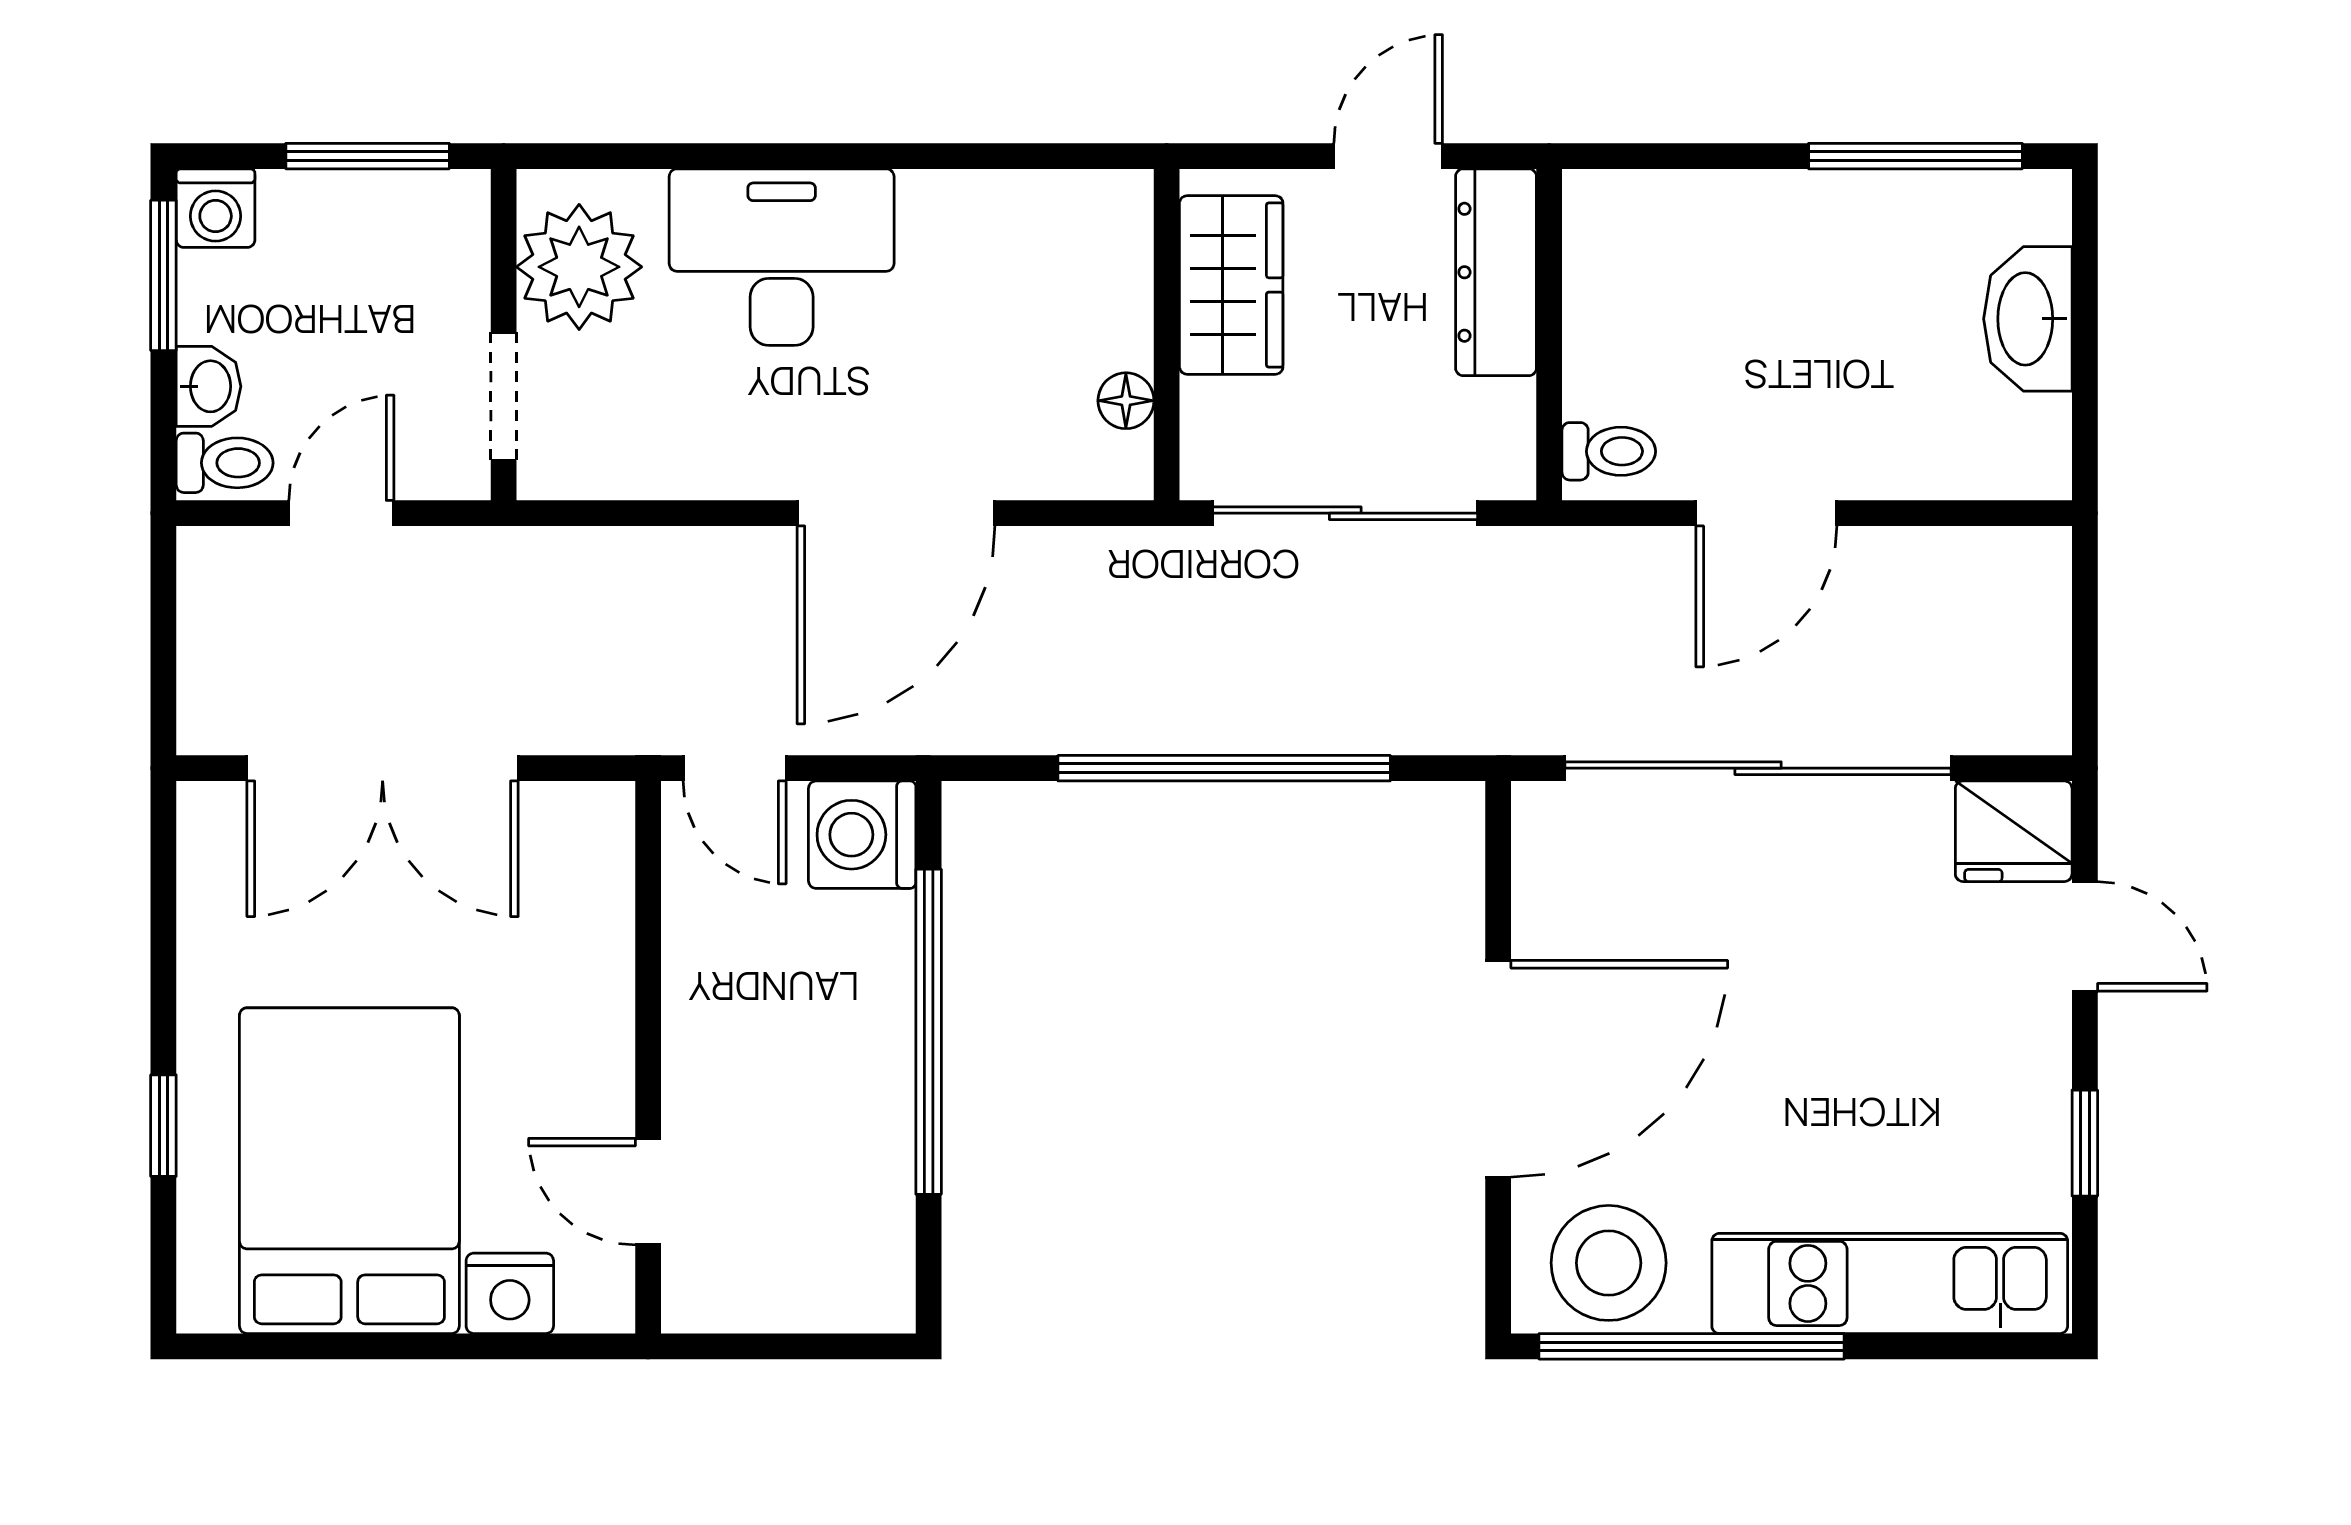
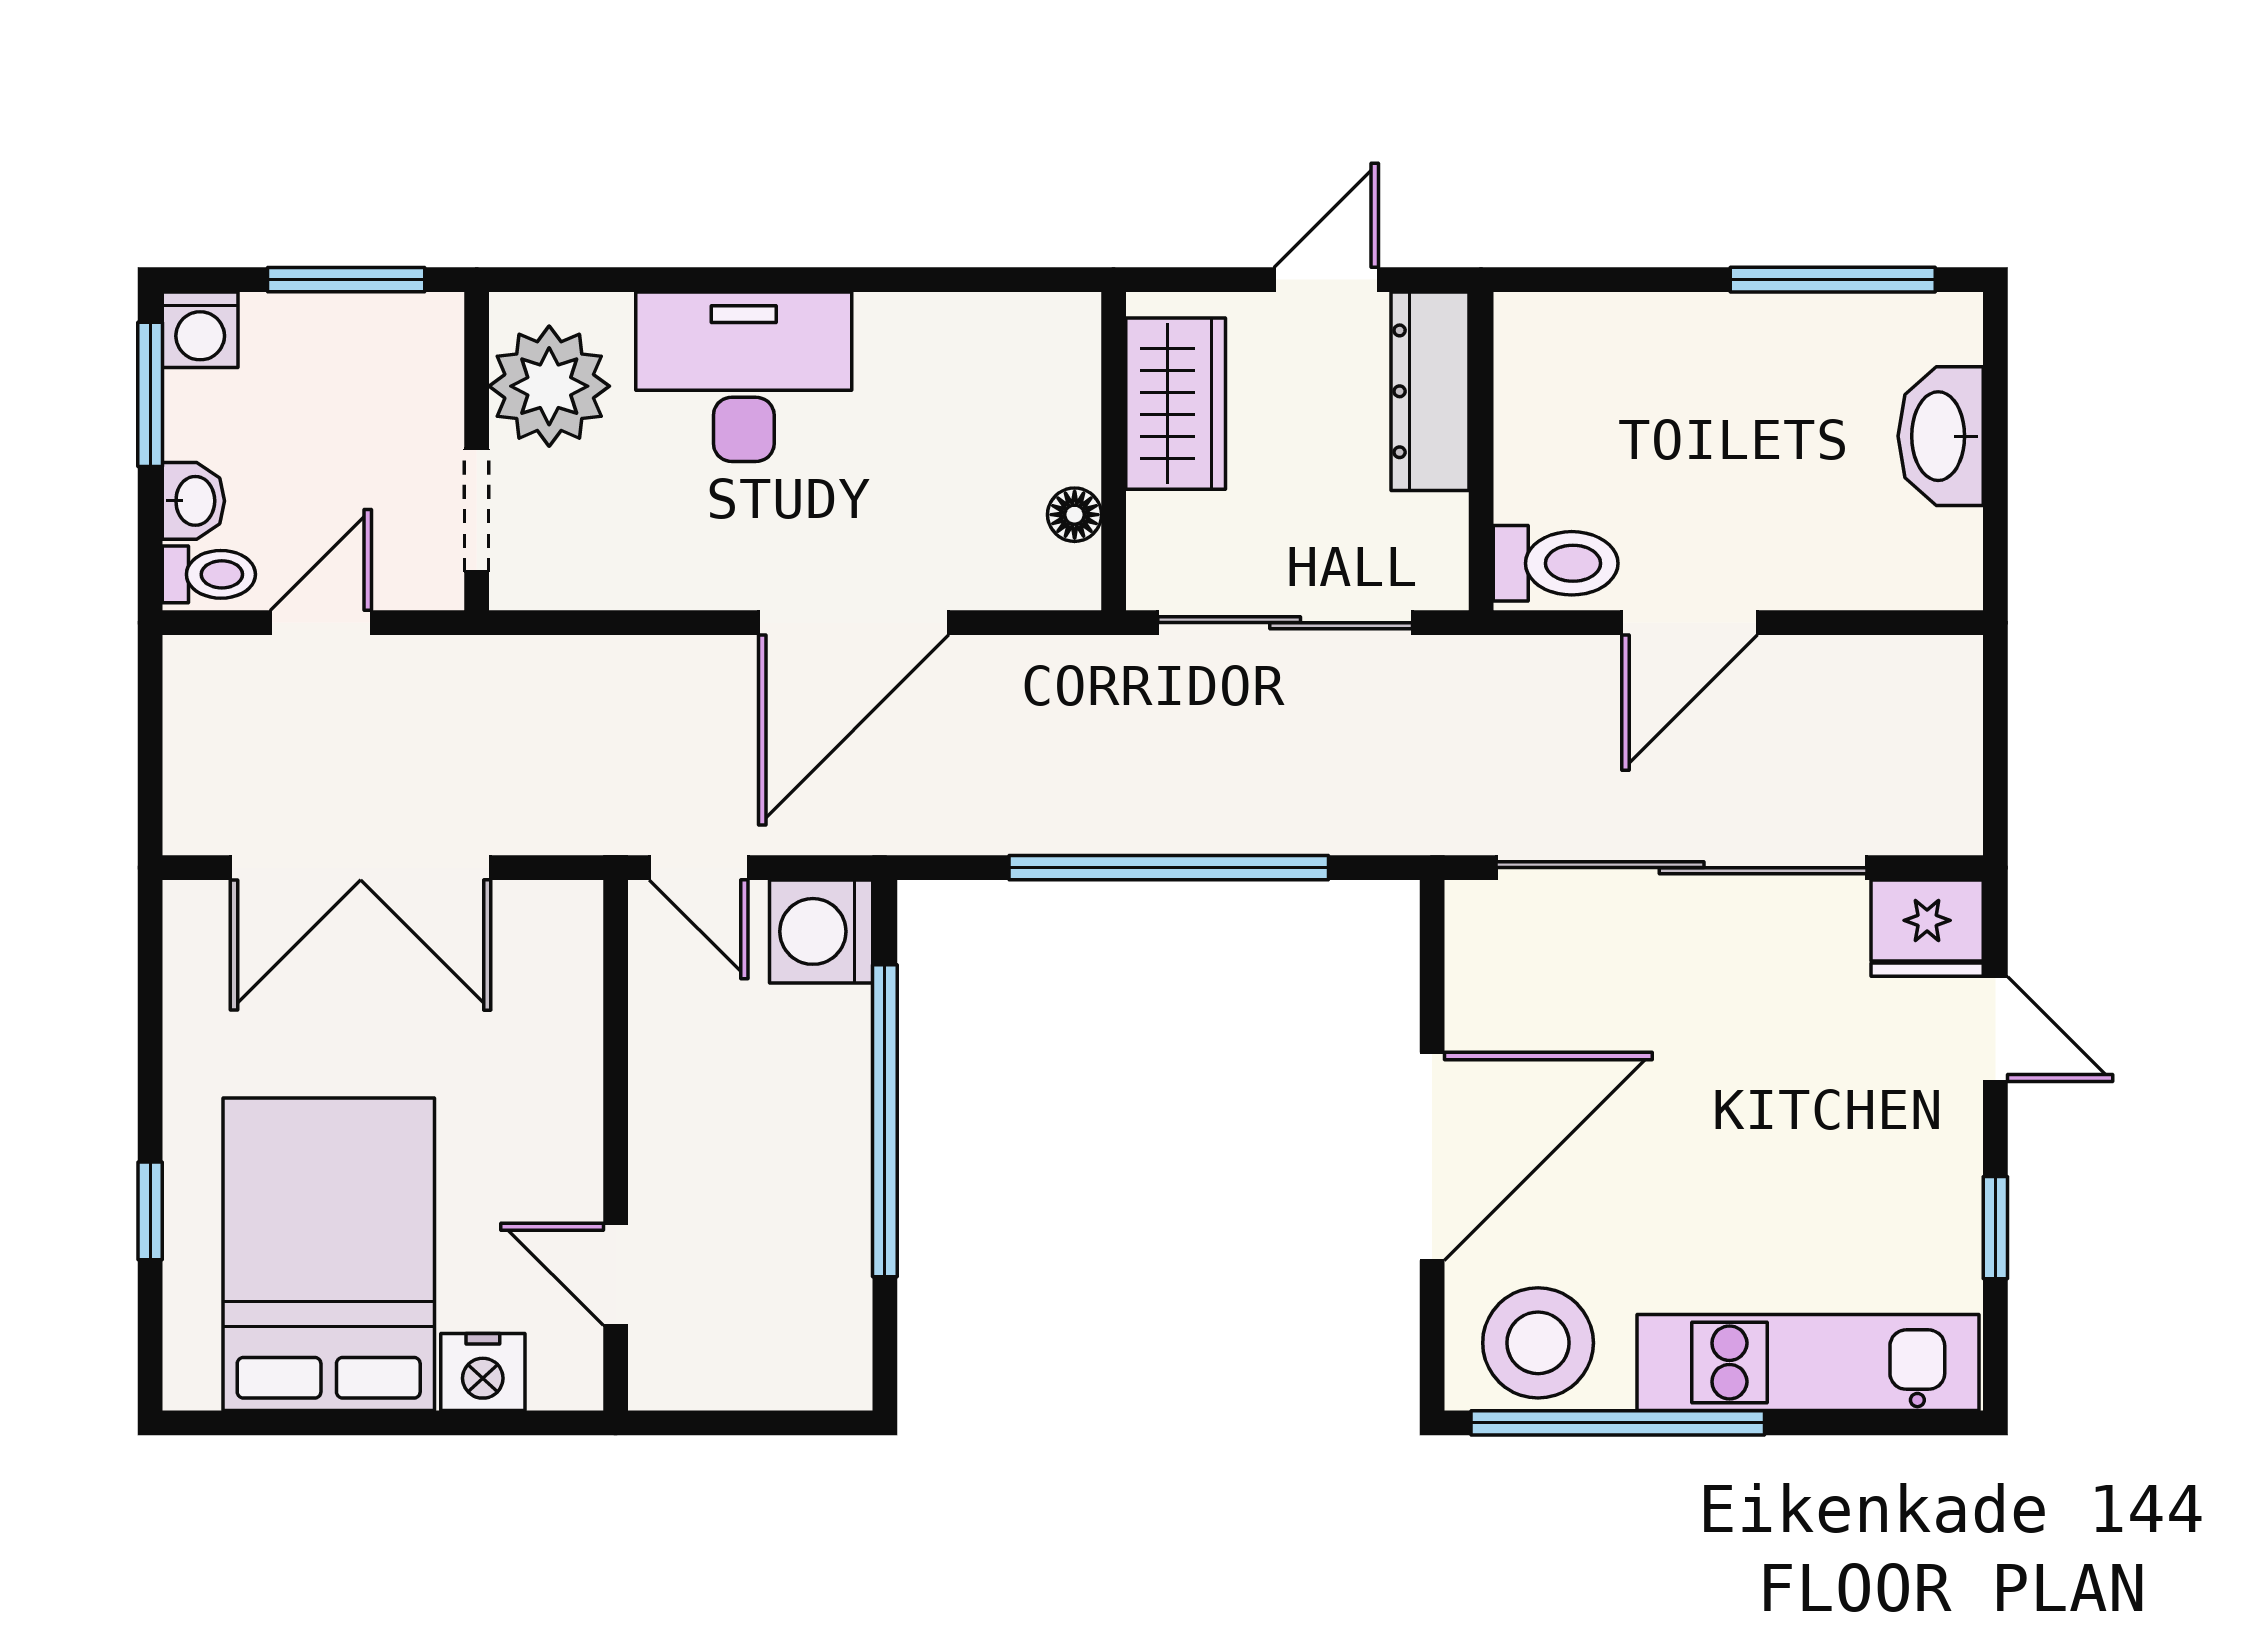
toilet: (1609, 451) -> (1556, 563), width x1.37, depth x1.39

